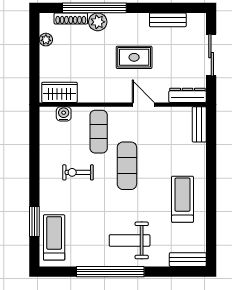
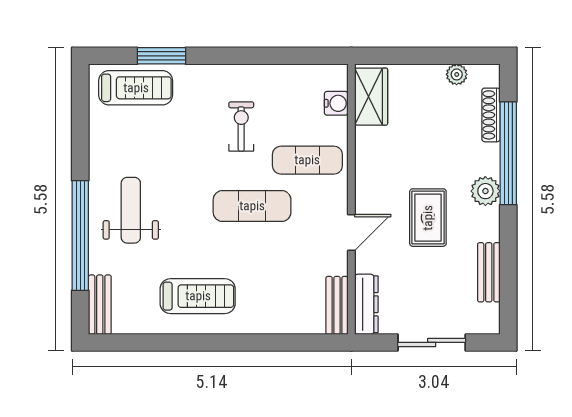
plant: (98, 22) -> (485, 191), moved
bench: (199, 124) -> (337, 305), moved, turned 90
window: (110, 272) -> (80, 235), moved

